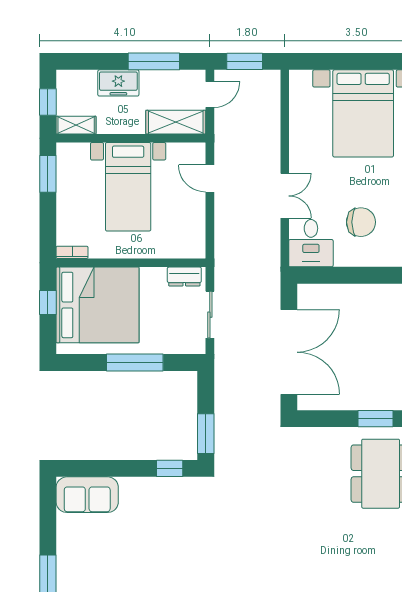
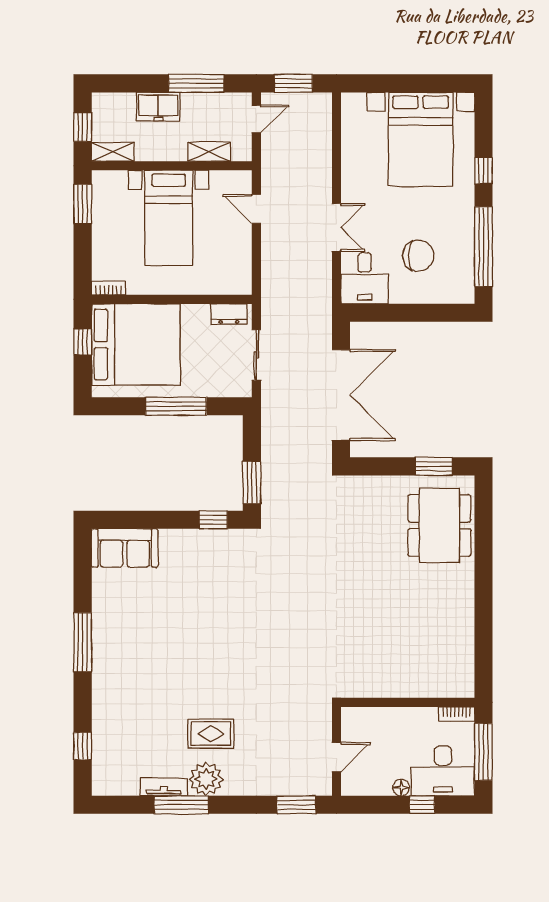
shelving: (176, 122) -> (209, 152), width x0.67, depth x0.75

